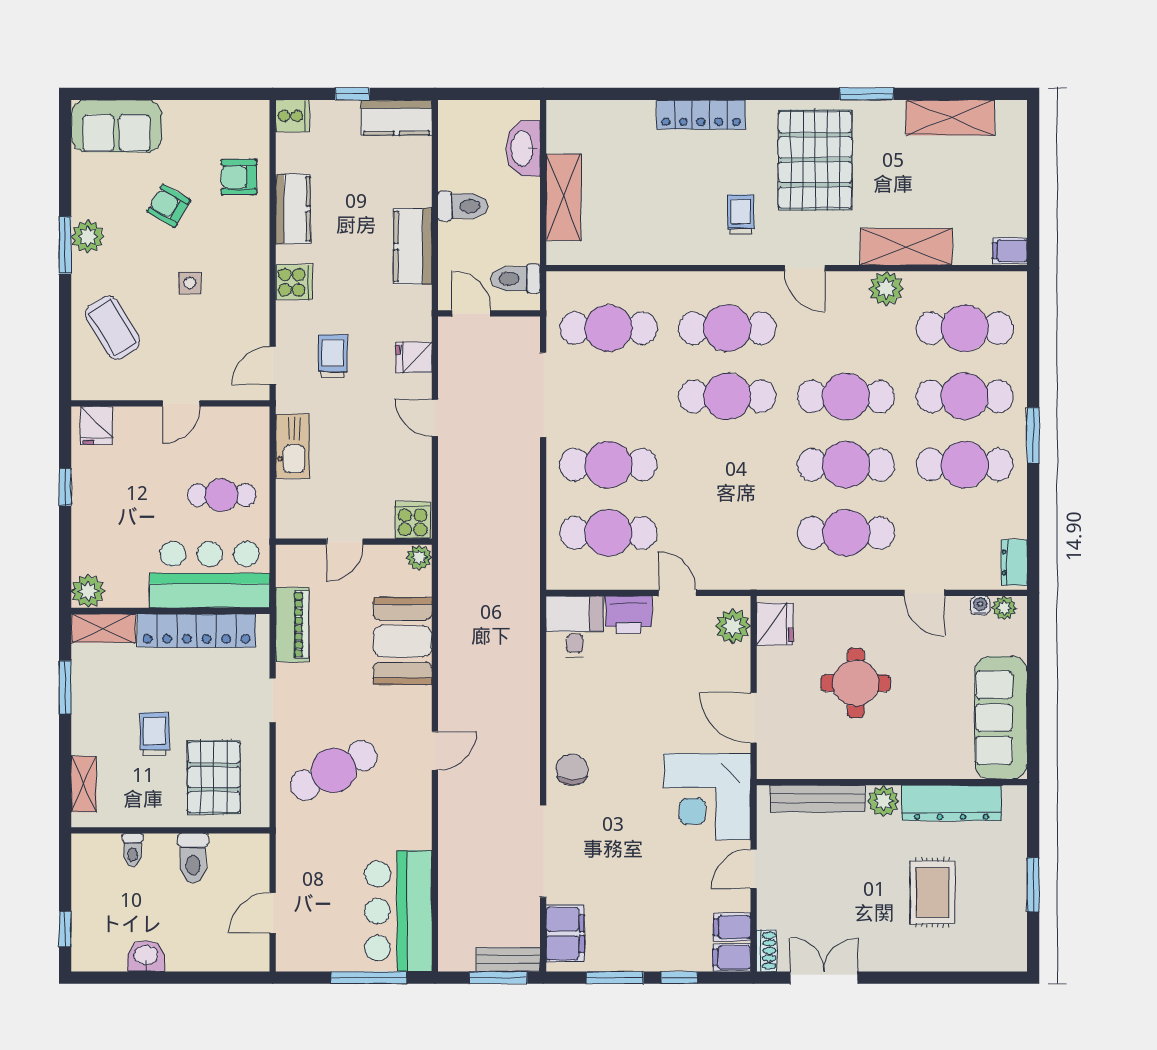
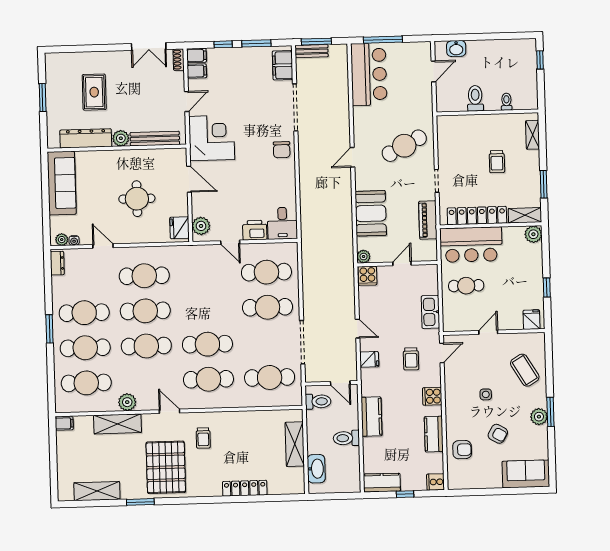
locker: (701, 115) -> (245, 488), moved
pallet: (214, 777) -> (466, 140), removed
washbasin: (146, 956) -> (456, 49), moved

